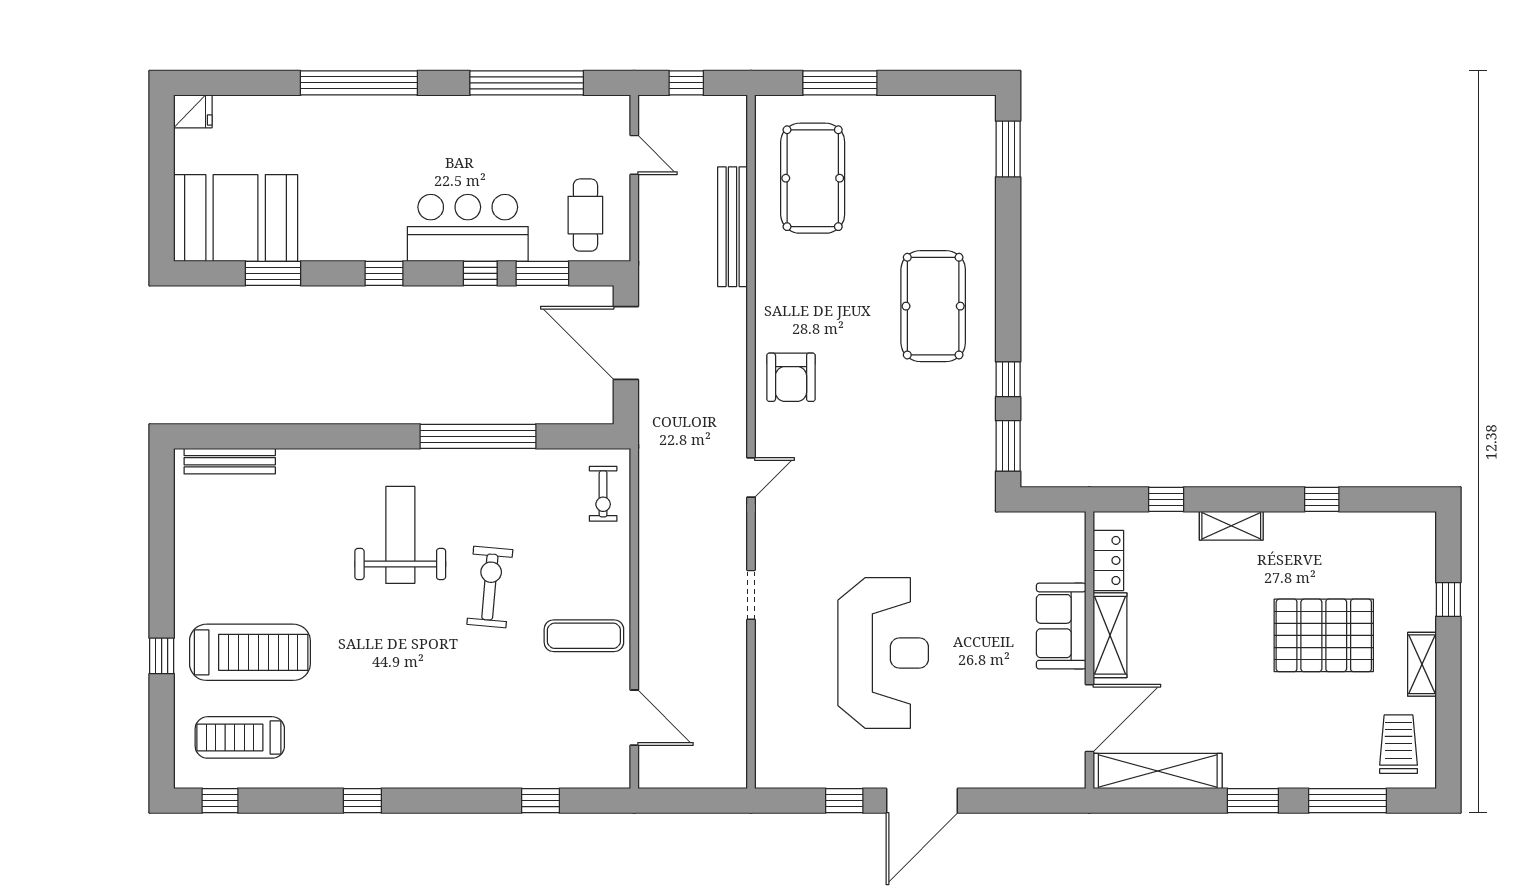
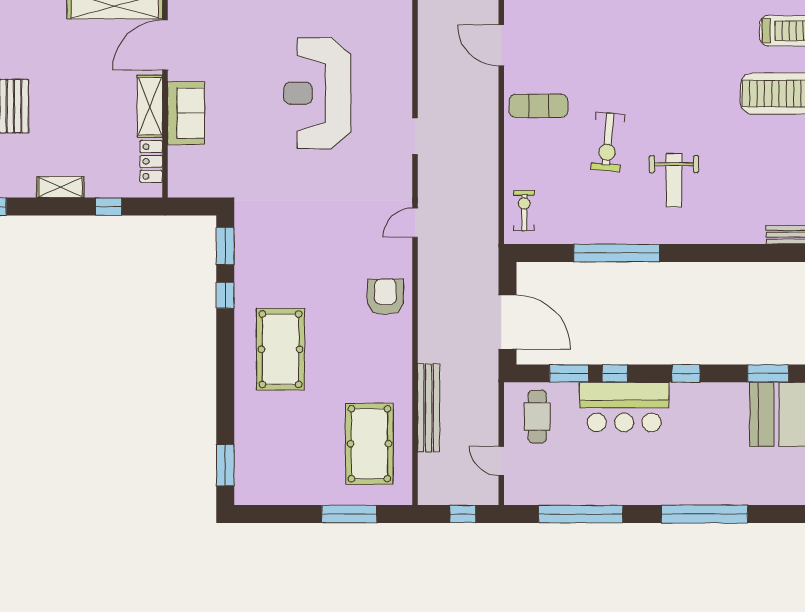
weight bench: (400, 535) -> (674, 180), width x0.73, depth x0.75

